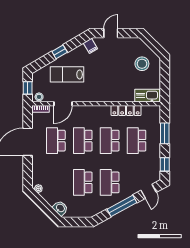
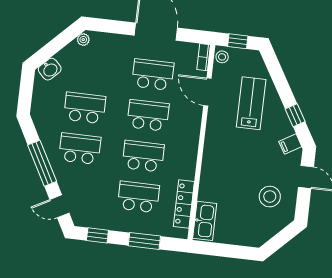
window: (60, 52) -> (295, 115), moved
stool: (142, 64) -> (270, 197), moved
locker: (126, 111) -> (184, 204), moved

